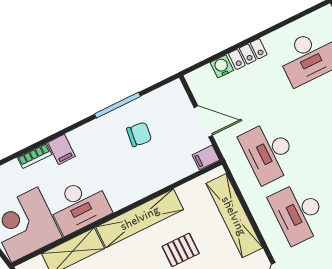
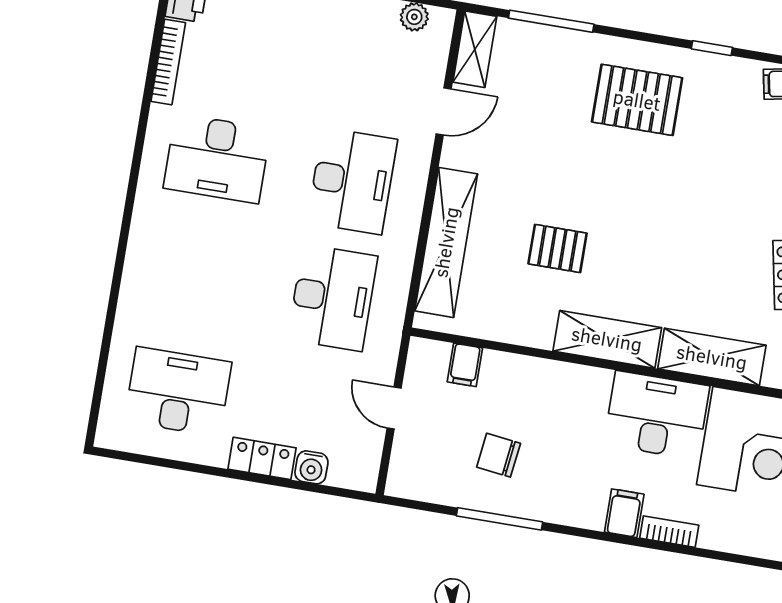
door: (203, 121) -> (394, 408), width x0.73
filing cabinet: (206, 157) -> (465, 365), moved, turned 90
shelving: (140, 218) -> (607, 339), width x0.68

